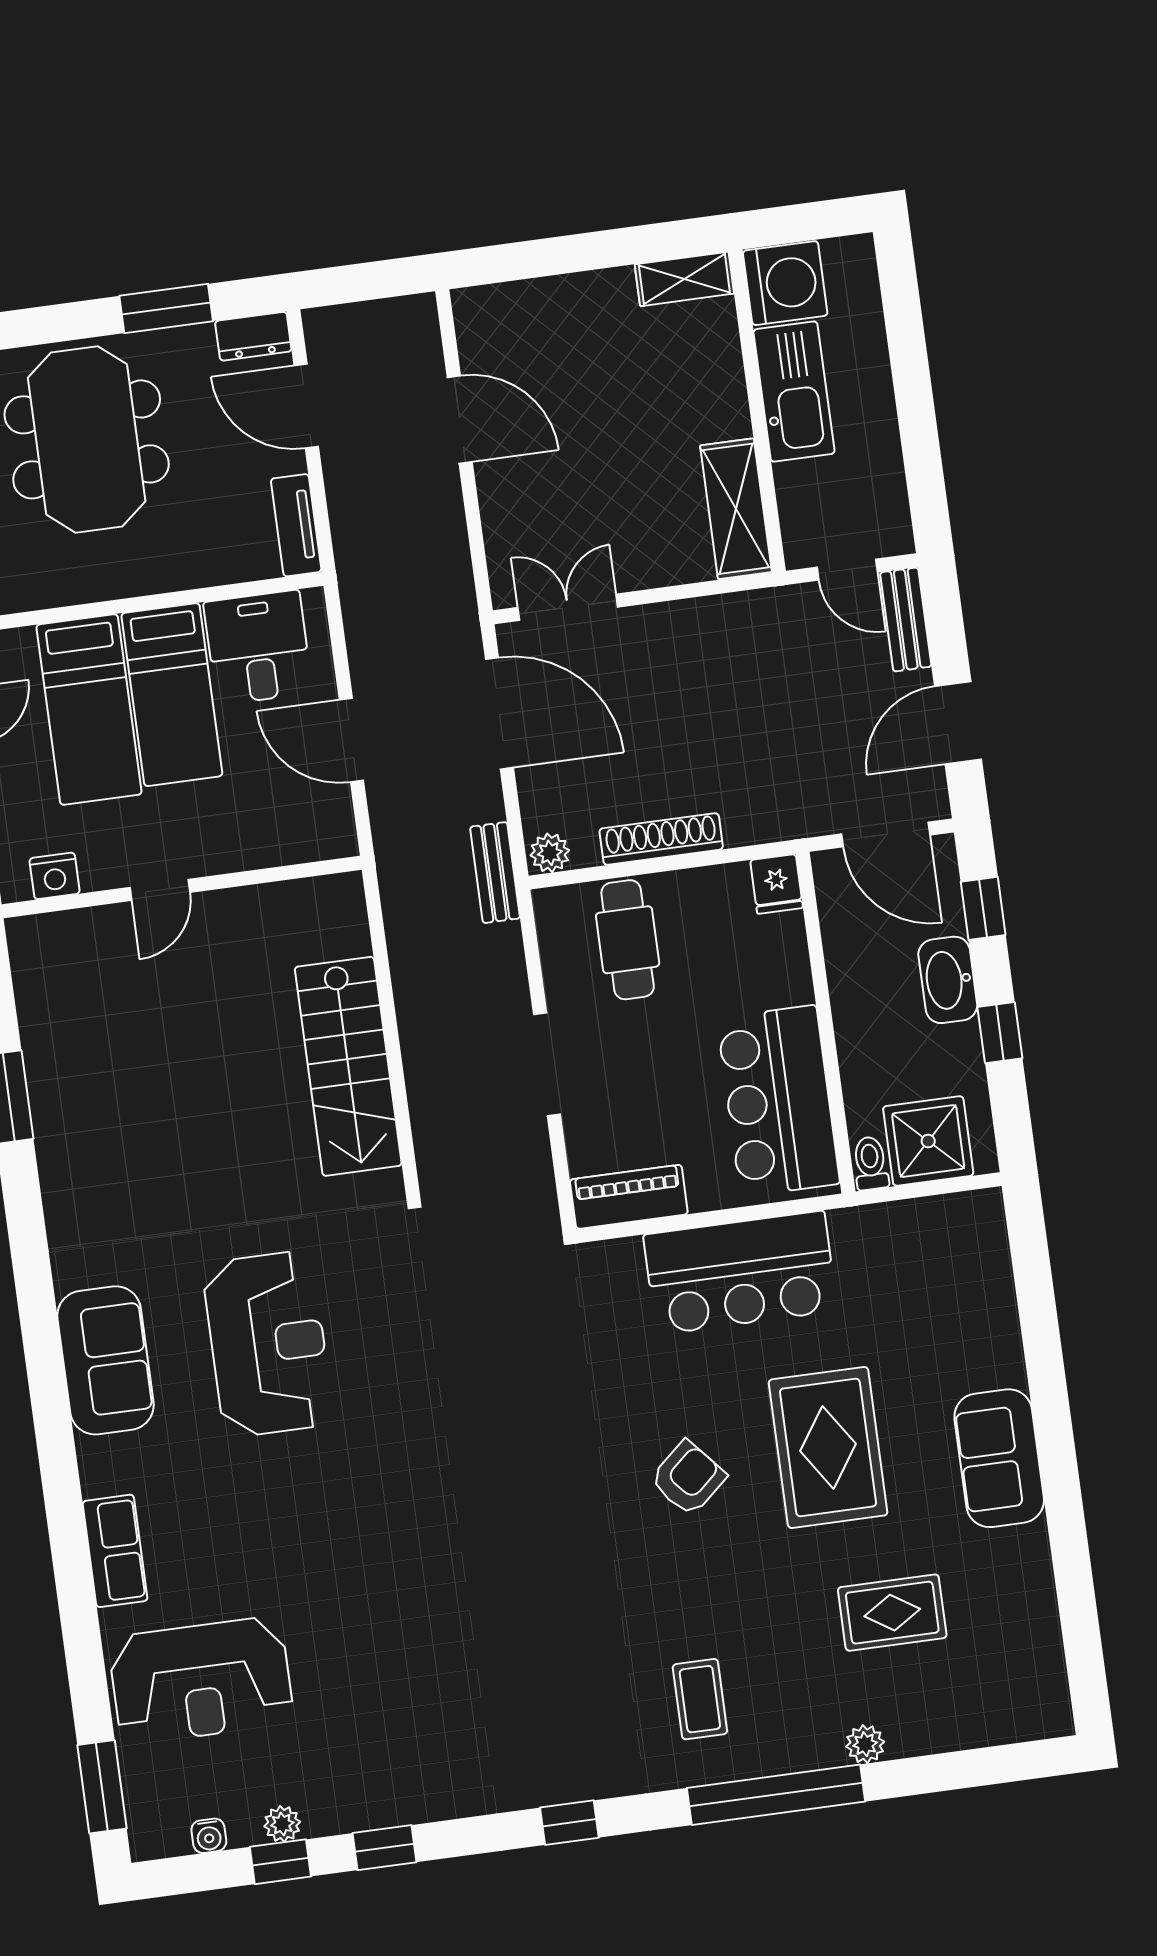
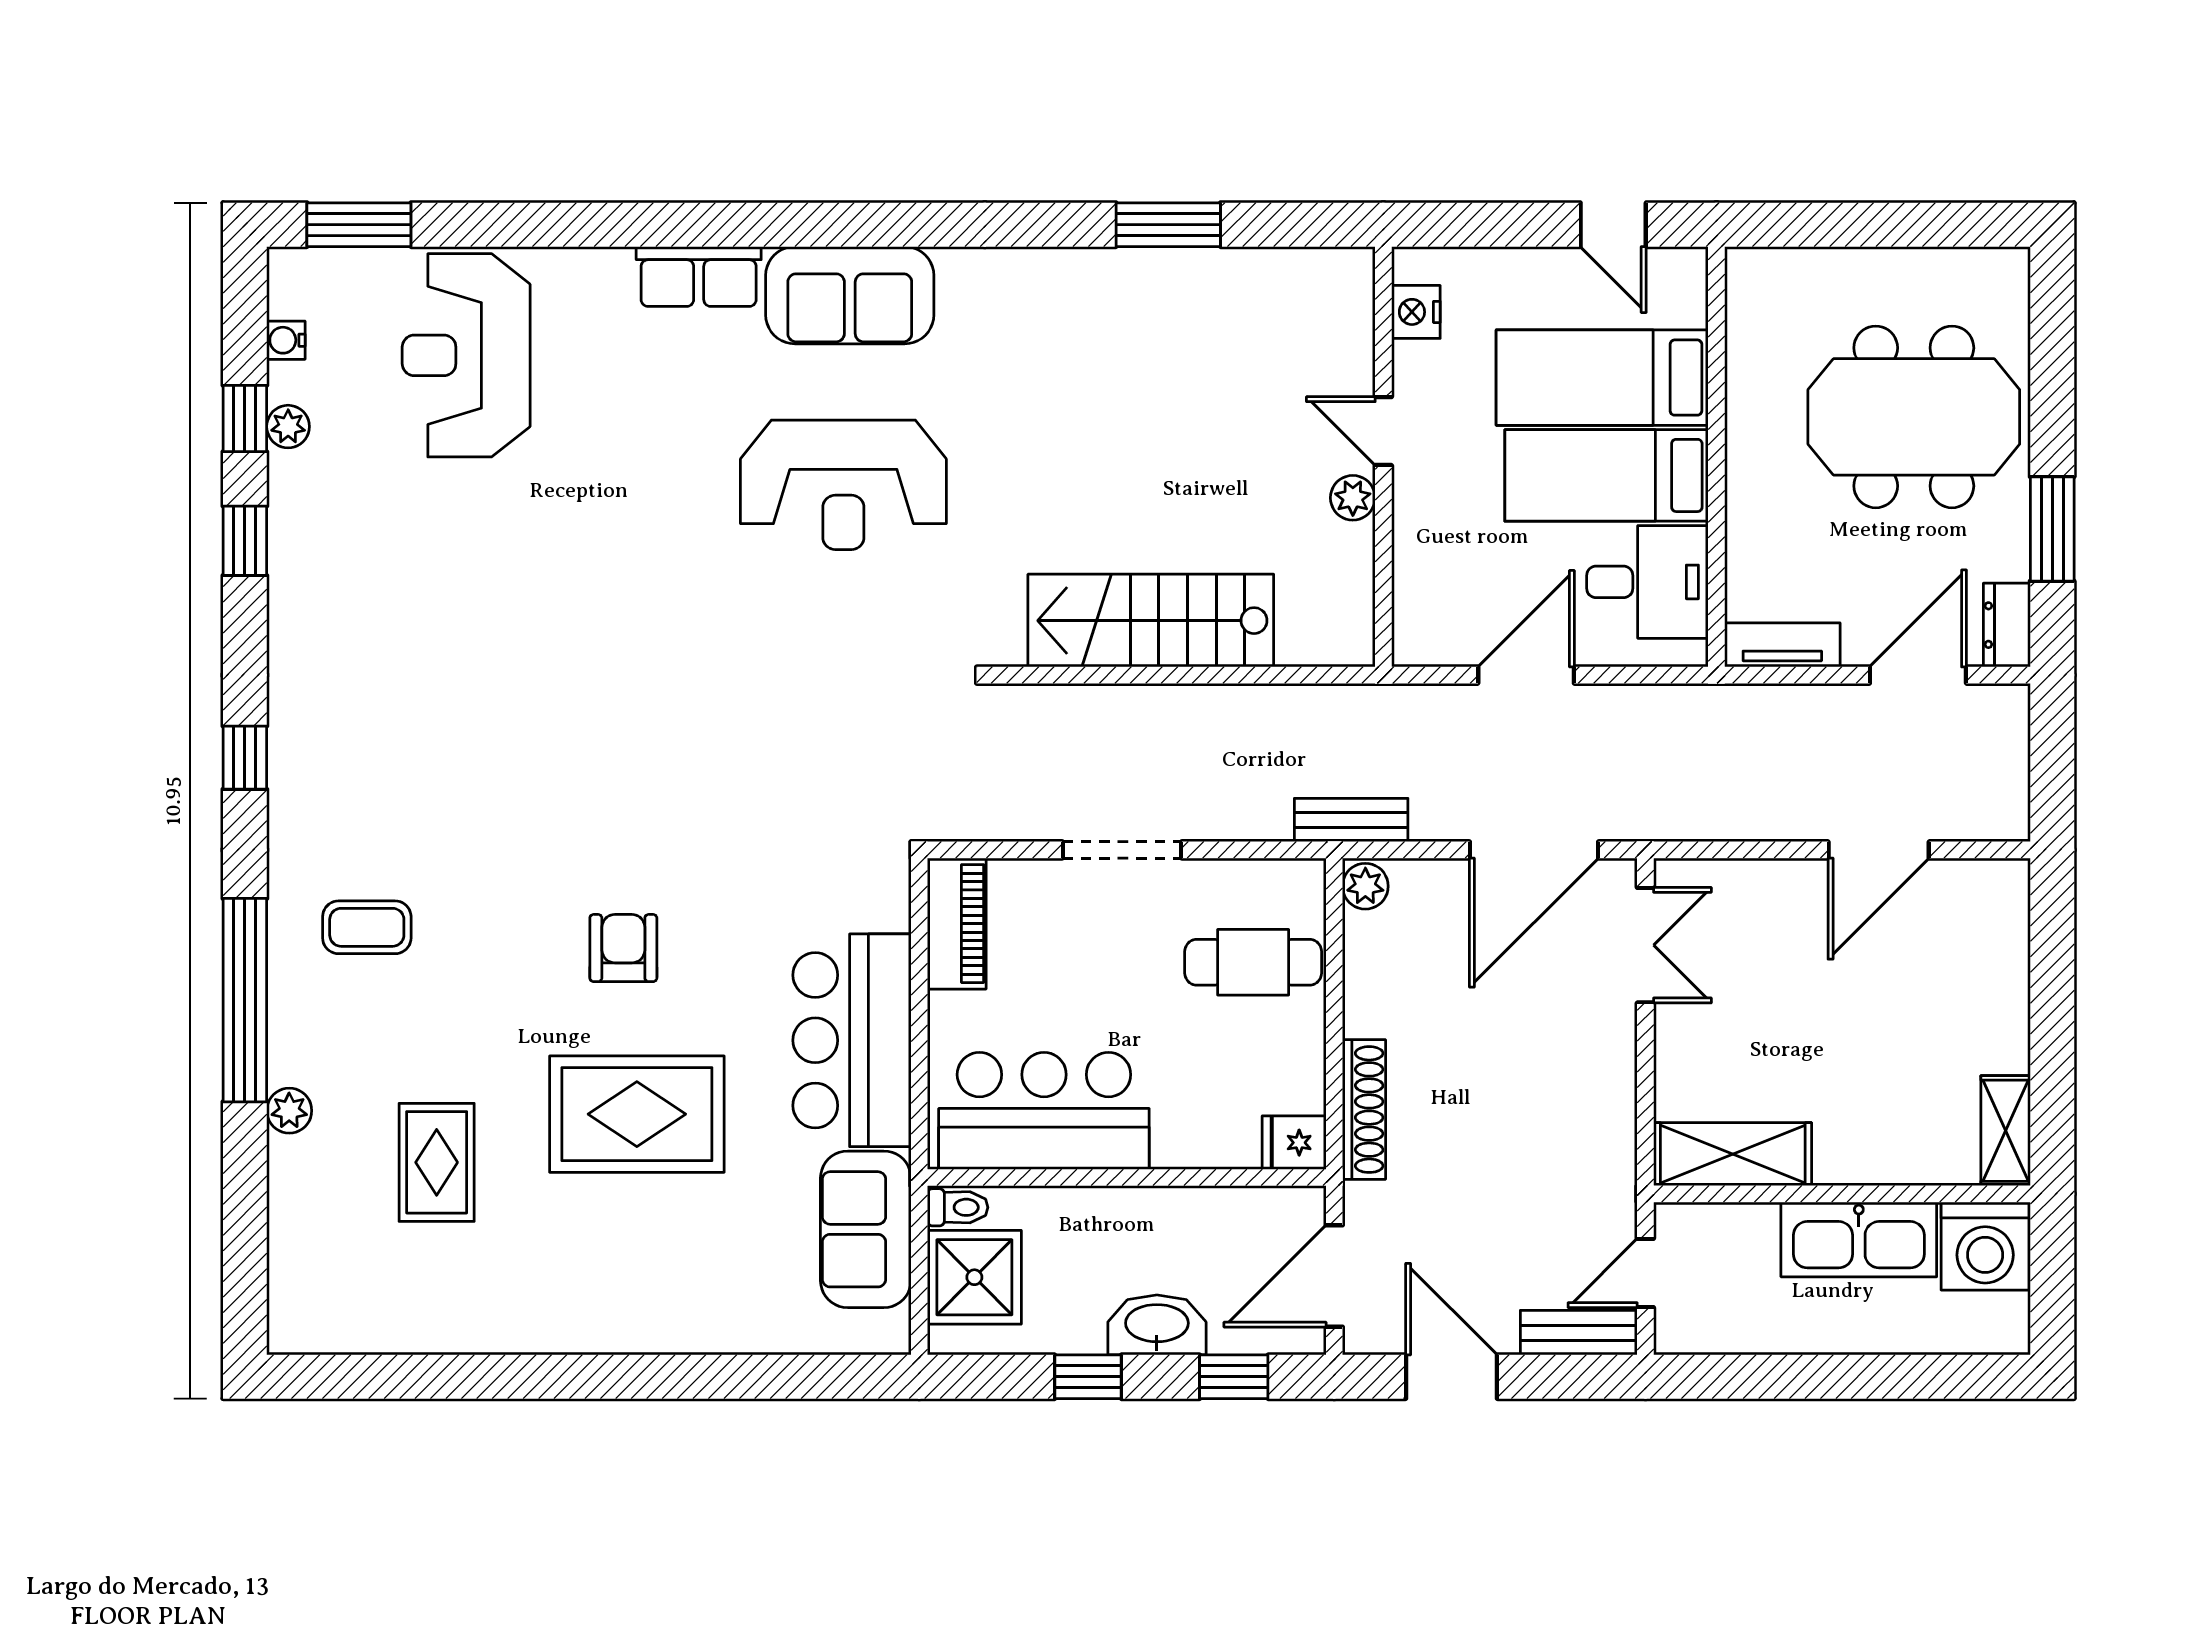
shoe rack: (661, 839) -> (1364, 1110), moved
plant: (220, 908) -> (1353, 498), added
sofa: (999, 1458) -> (866, 1229), moved, turned -90
armchair: (688, 1478) -> (623, 948), turned -139
row of seats: (115, 1551) -> (699, 276), moved

